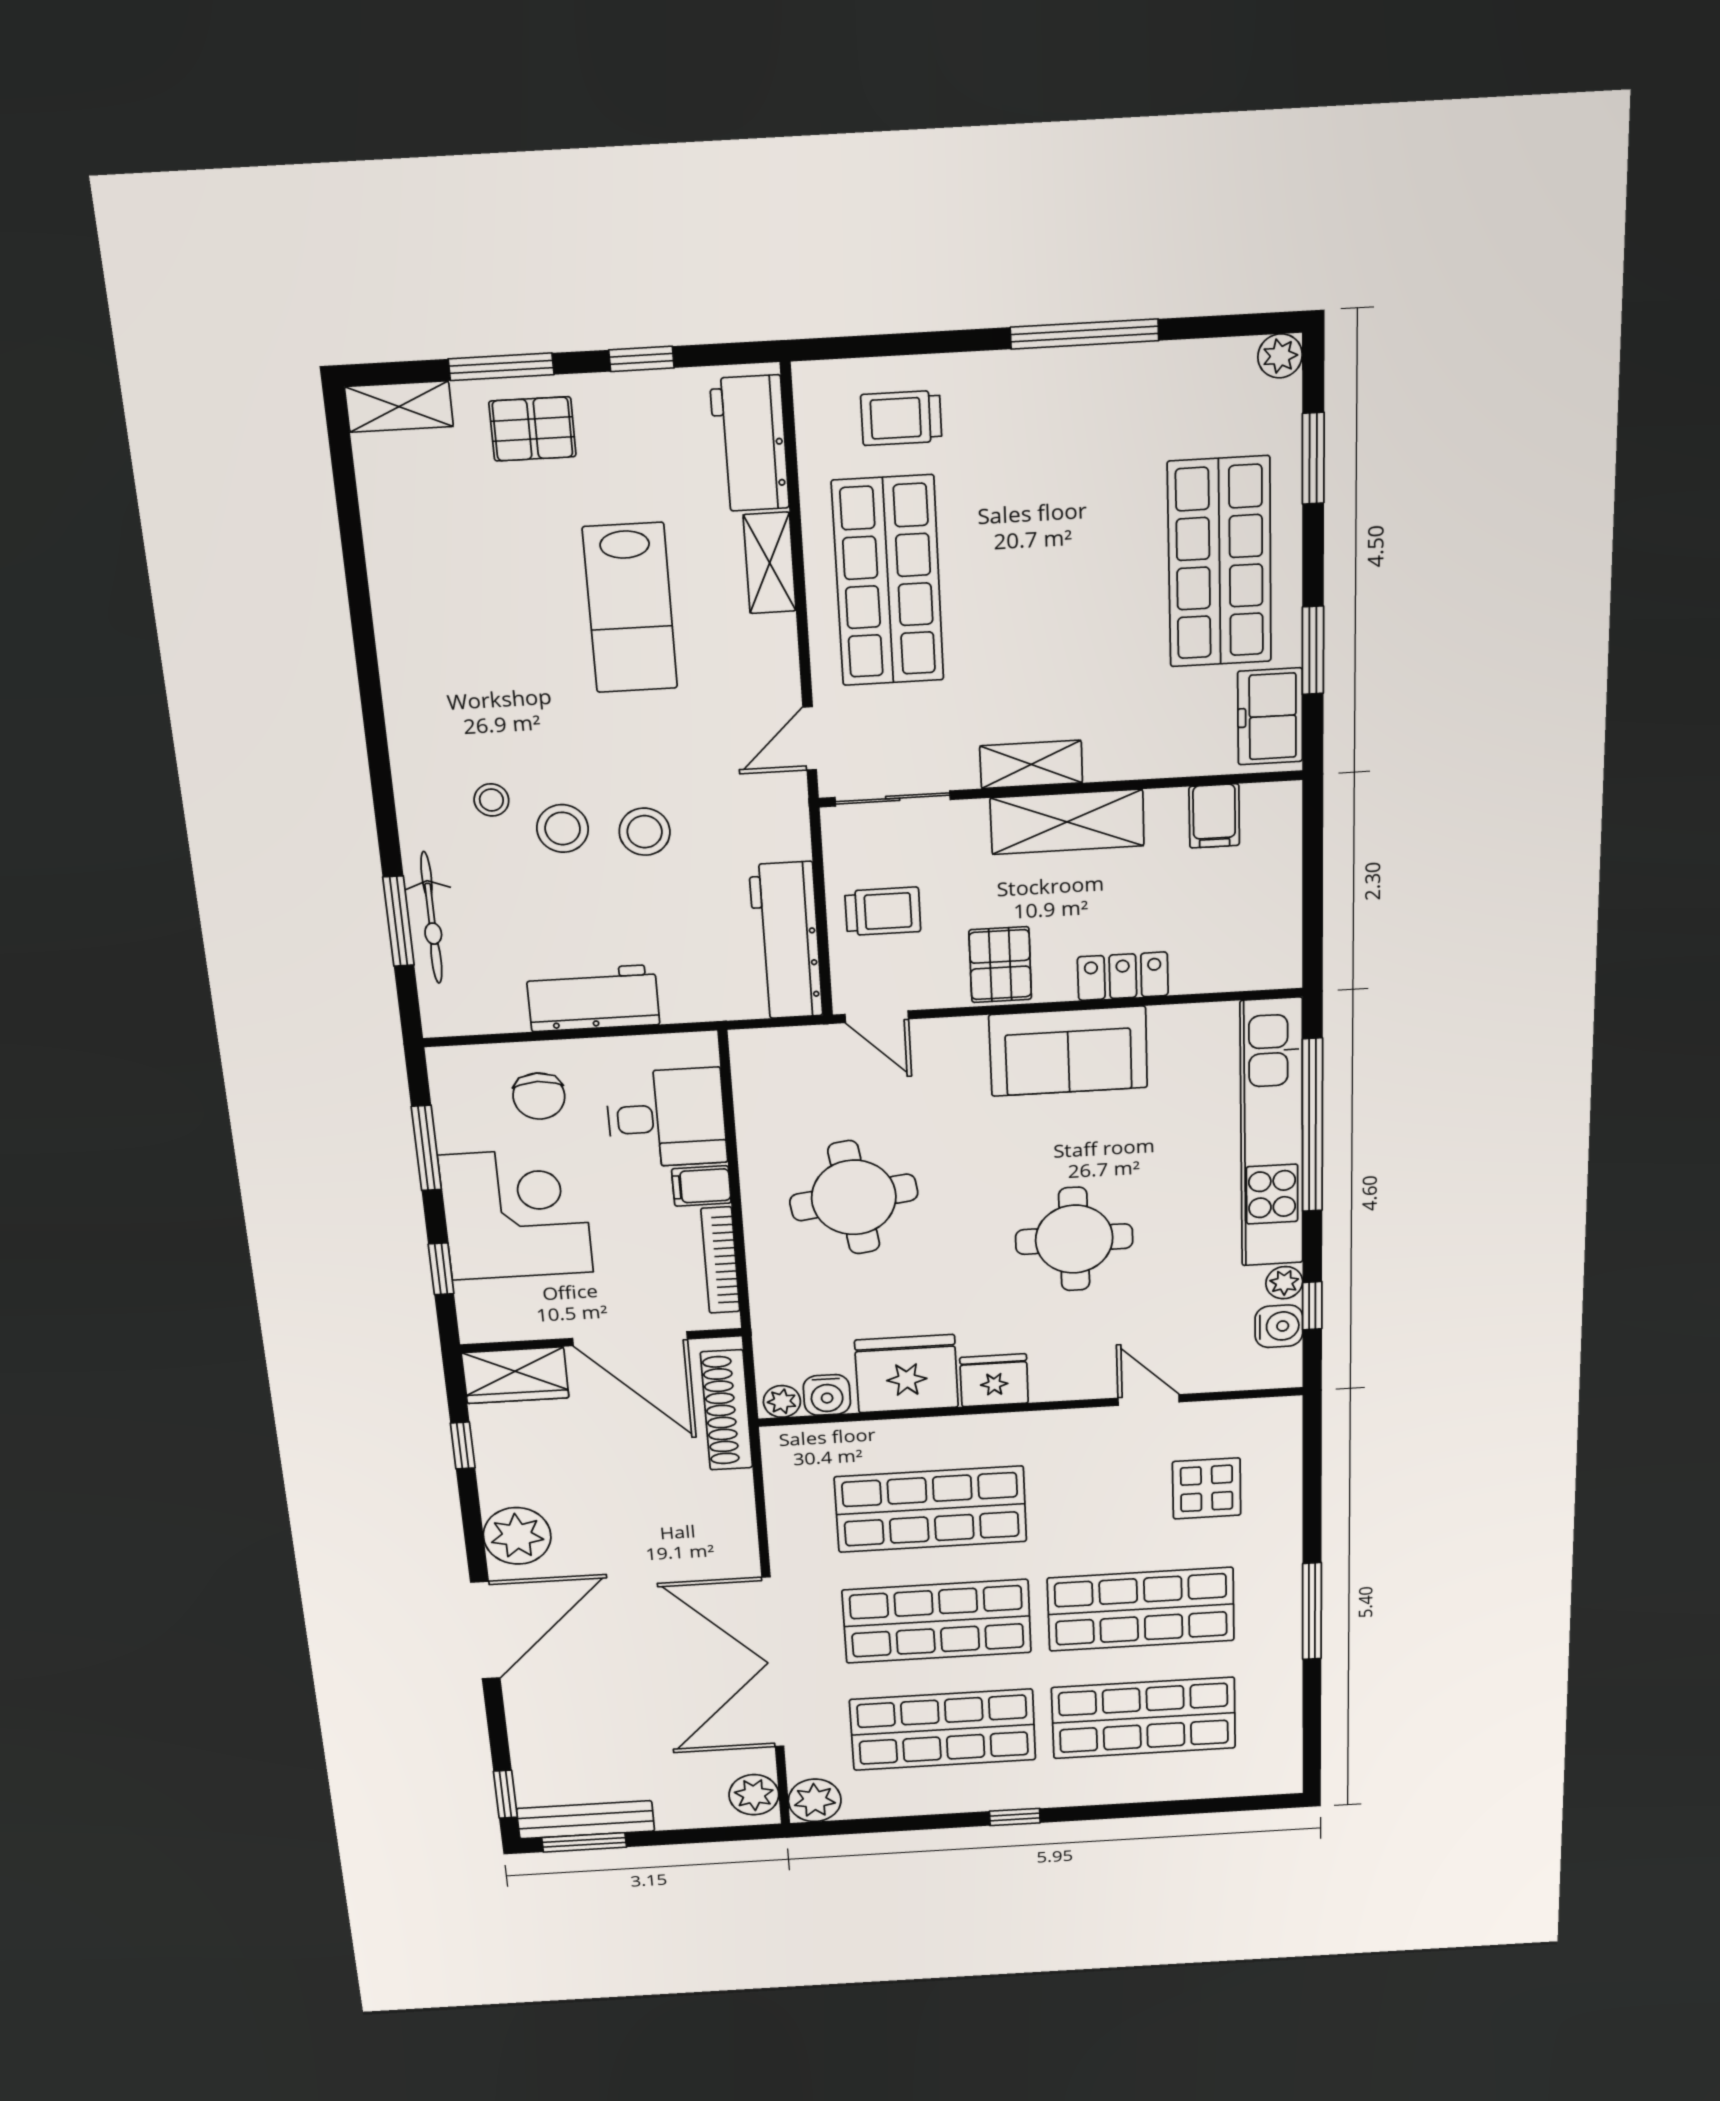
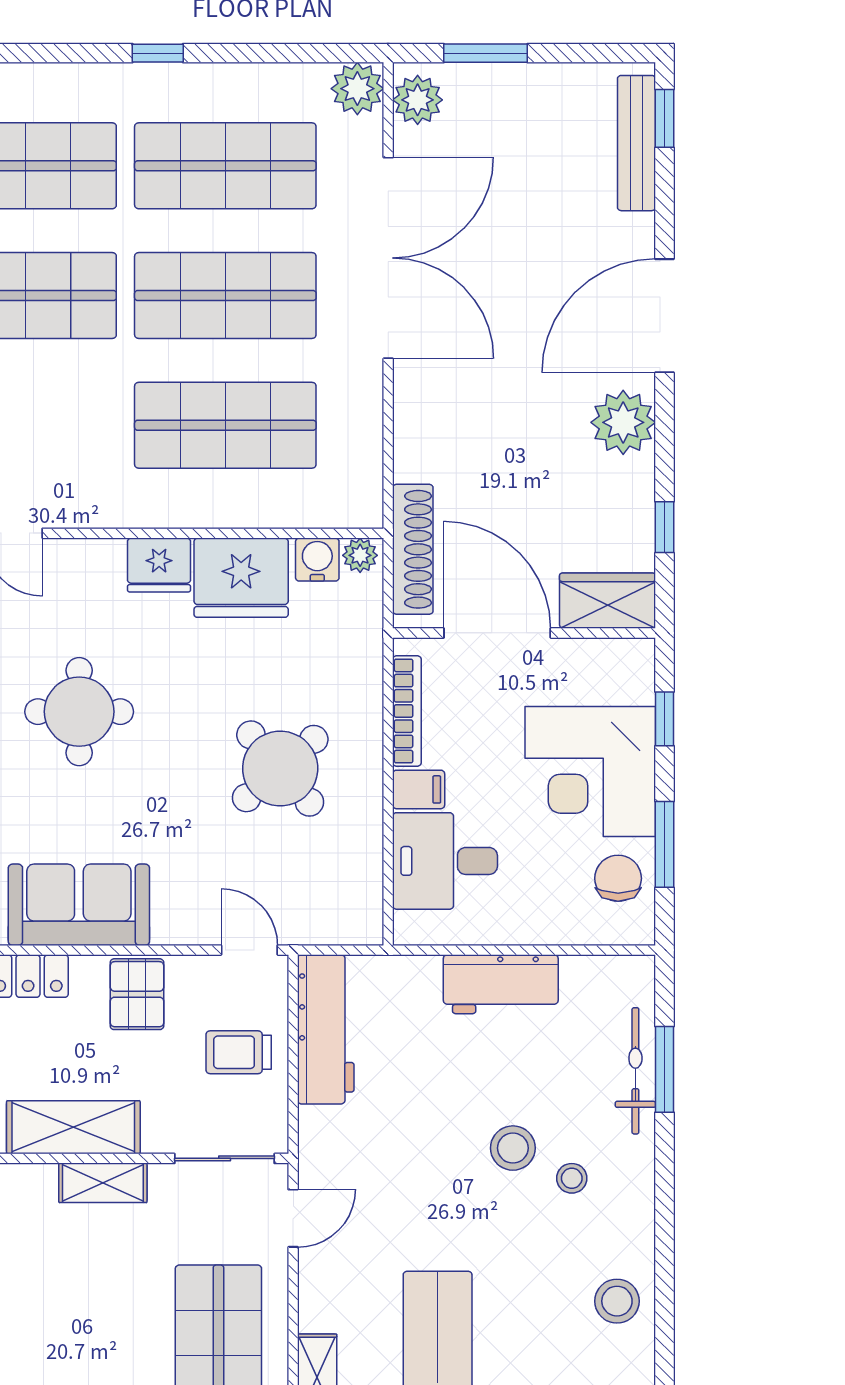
stool: (645, 832) -> (617, 1301), moved
chair: (539, 1096) -> (618, 878), moved
round table: (854, 1197) -> (280, 769), turned -33
bench: (586, 1820) -> (637, 143), moved, turned 90
window: (584, 1842) -> (486, 53), moved

